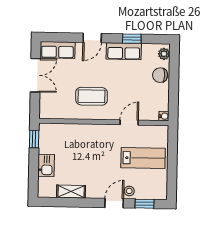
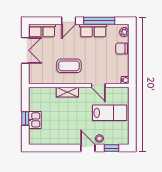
window: (132, 39) -> (99, 21), width x2.17
door: (129, 122) -> (98, 86), swing flipped
window: (34, 139) -> (25, 118), moved
shelving: (71, 192) -> (67, 92), moved
door: (114, 203) -> (88, 148), hinge flipped

